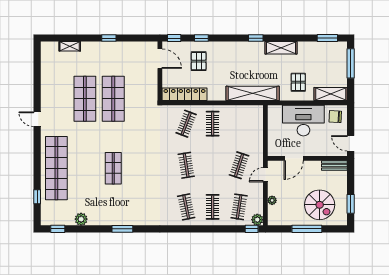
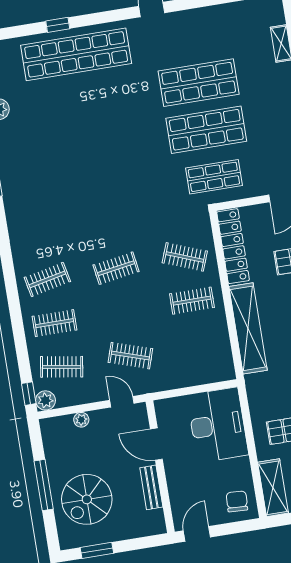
shelving: (253, 93) -> (248, 328), moved
desk: (303, 121) -> (218, 425), moved
bench: (334, 166) -> (151, 487), moved
shop shelf: (113, 168) -> (214, 177), moved
window: (37, 197) -> (58, 25), moved

